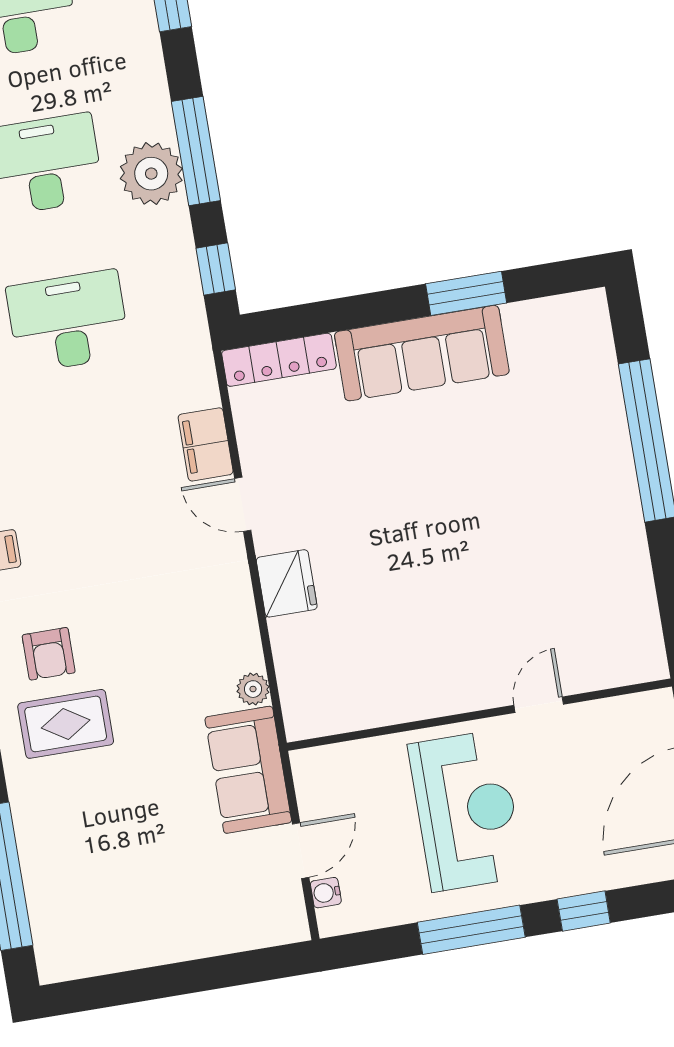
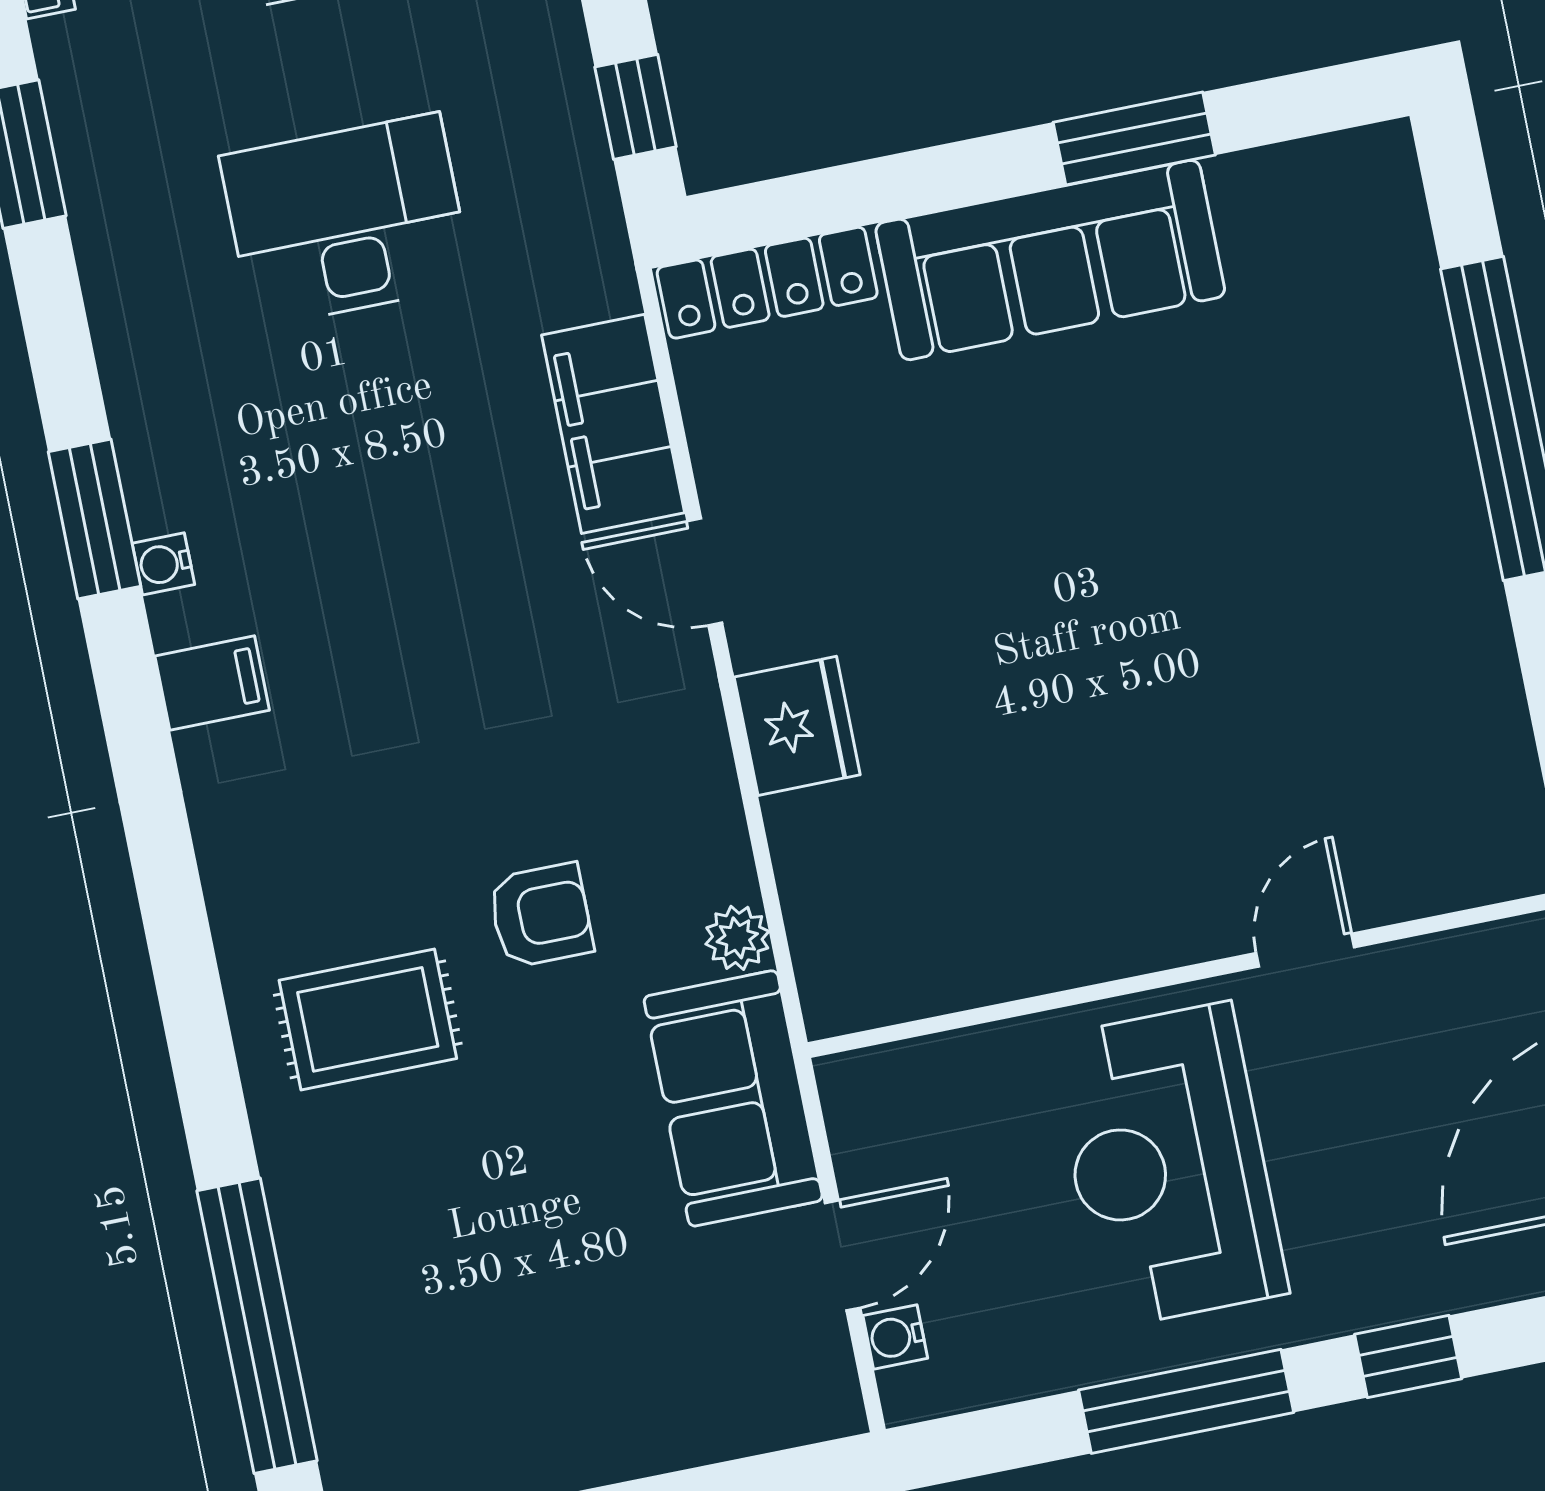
filing cabinet: (206, 444) -> (613, 424), width x1.50, depth x1.17
armchair: (49, 654) -> (541, 915), moved, turned -90
reception desk: (466, 811) -> (1168, 1165), turned 180

